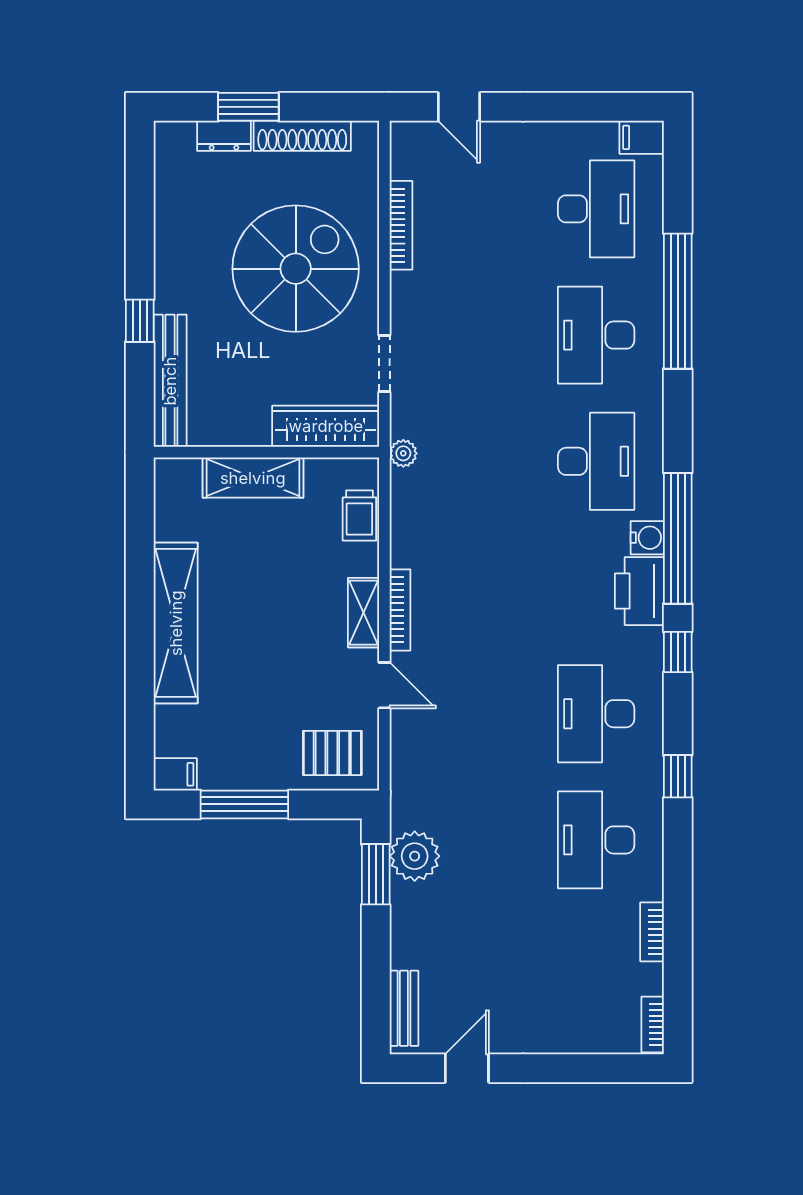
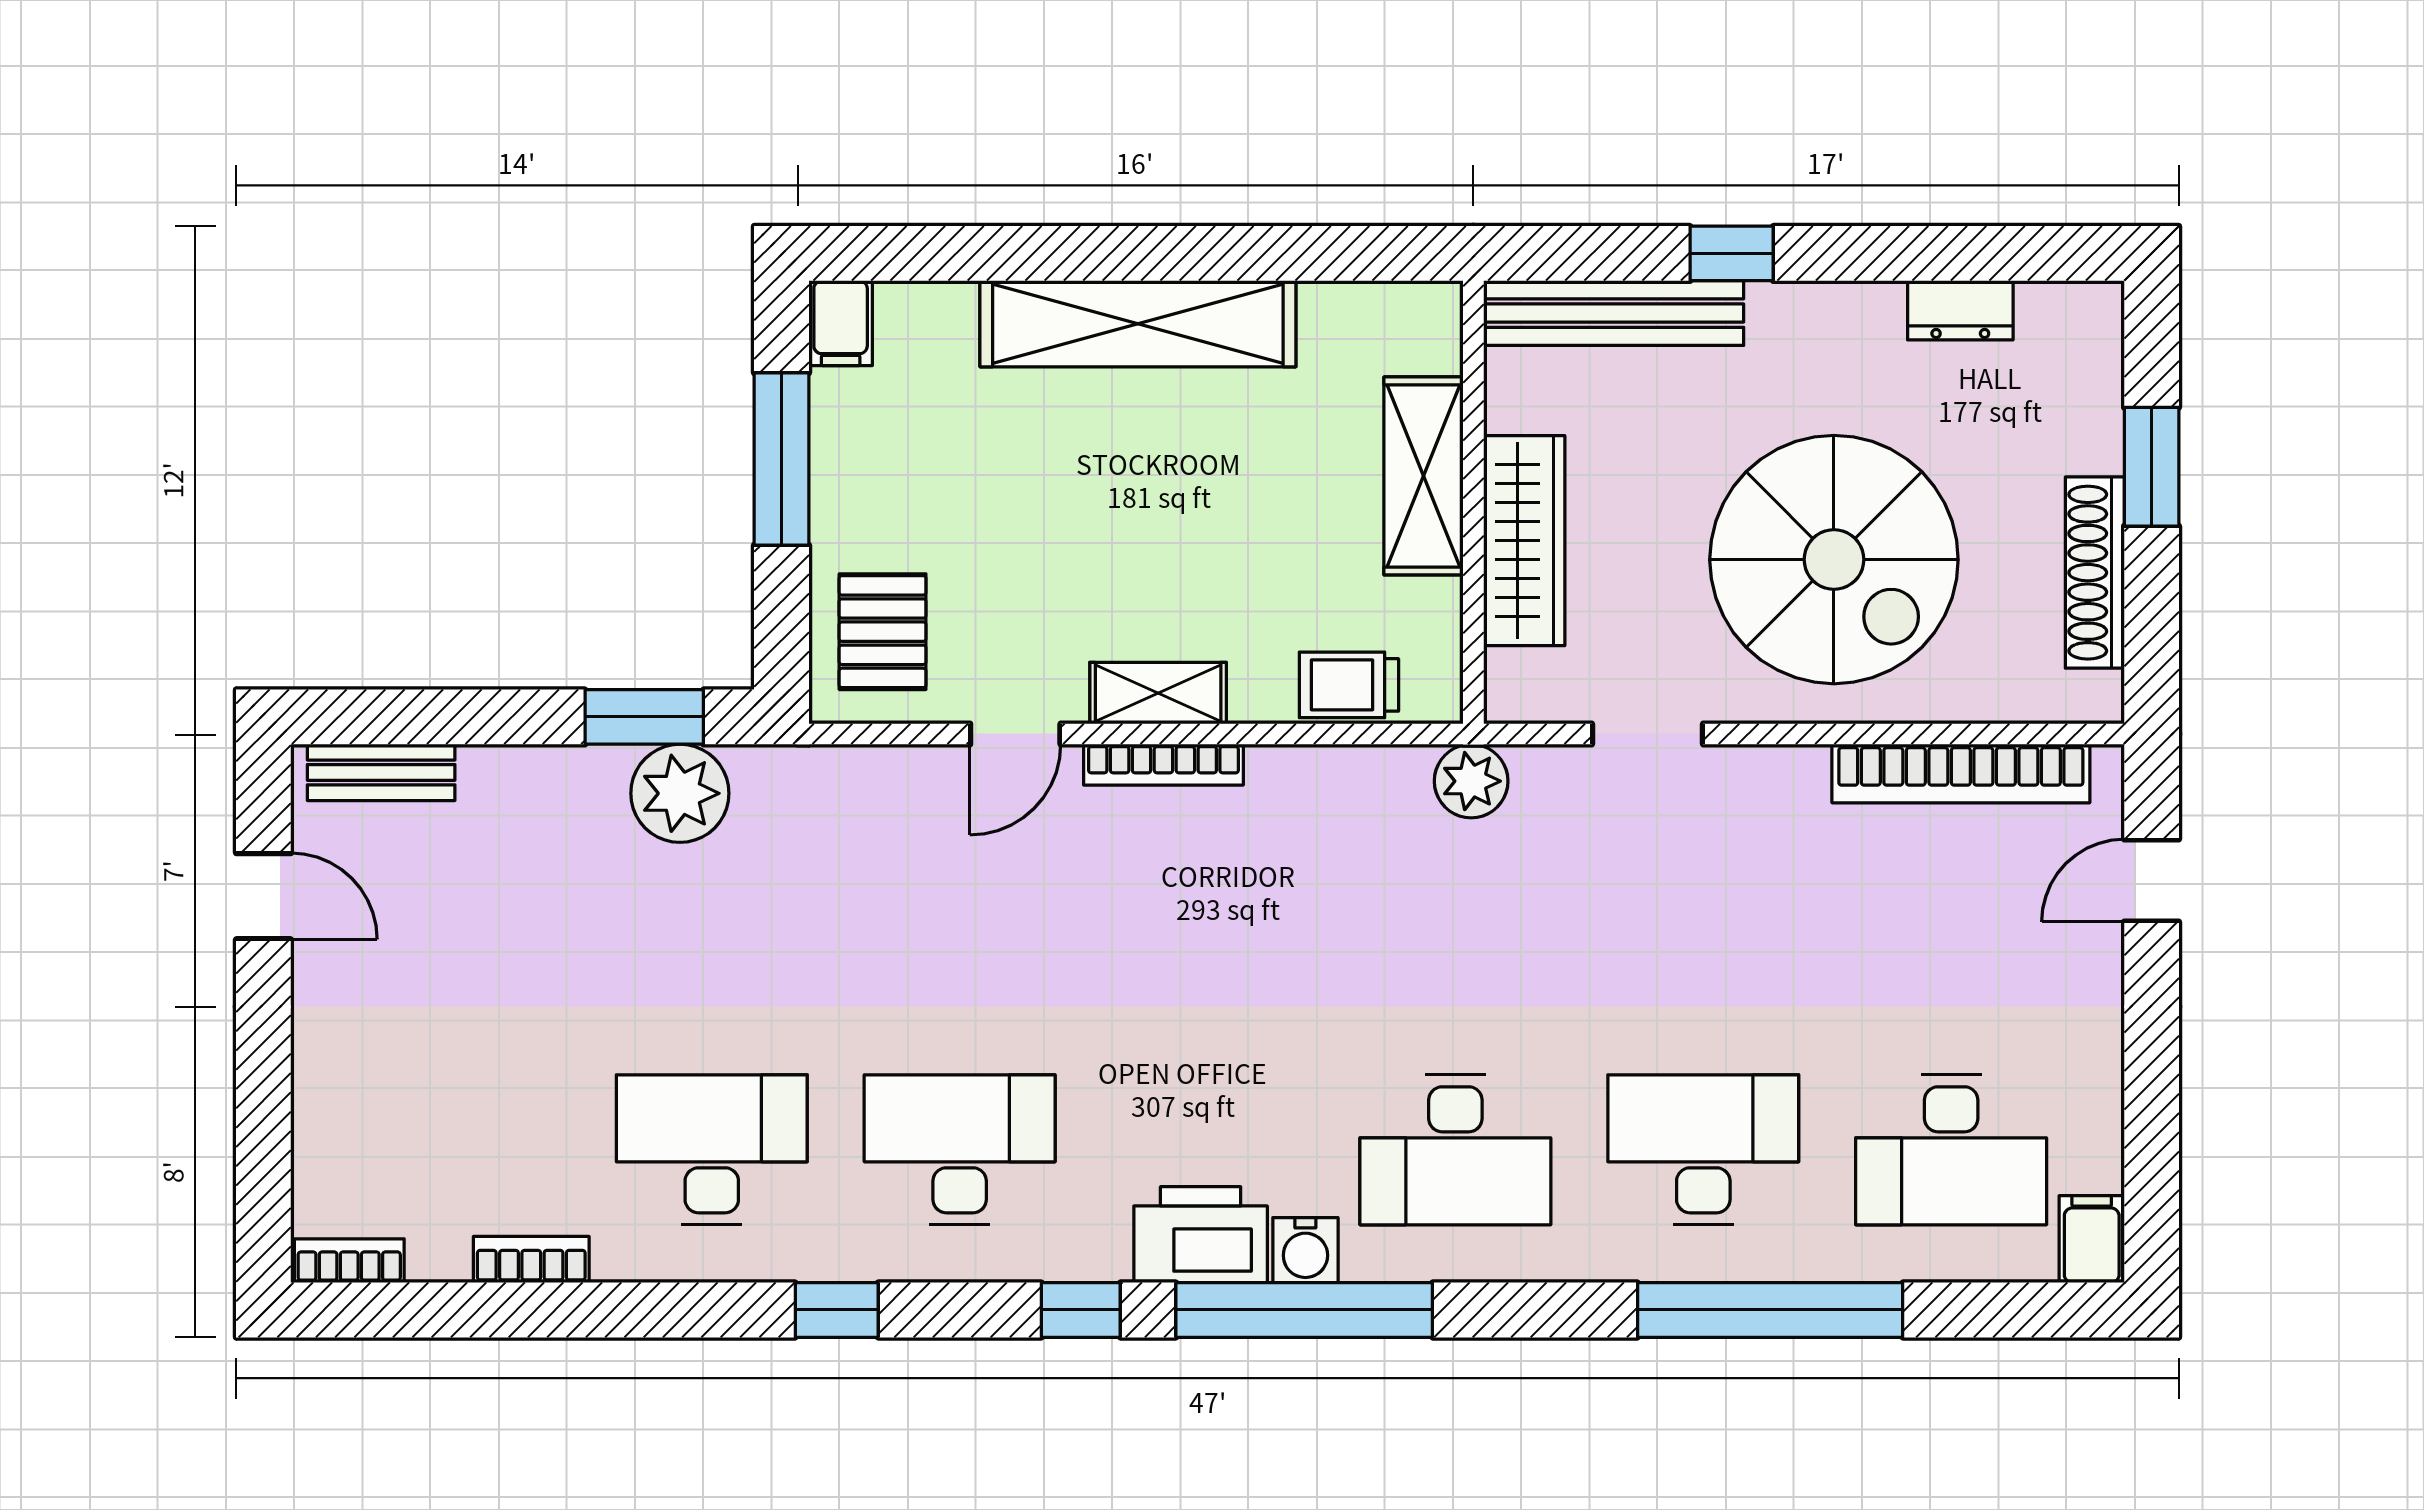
dresser: (224, 136) -> (1960, 310), moved, turned -90
bookcase: (401, 225) -> (1961, 774), width x1.48, depth x1.31
wardrobe: (326, 426) -> (1524, 541), moved
plant: (403, 453) -> (1471, 781), width x1.38, depth x1.38

